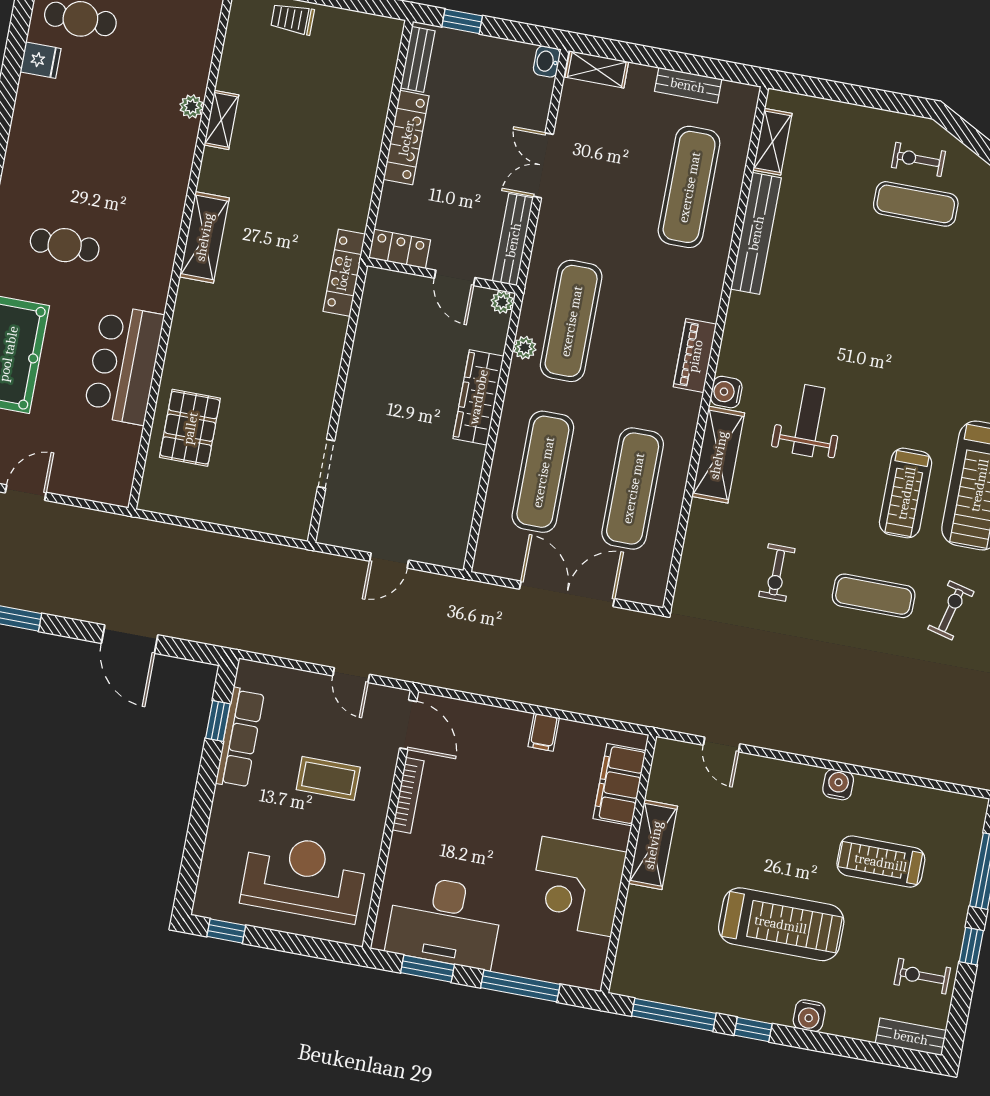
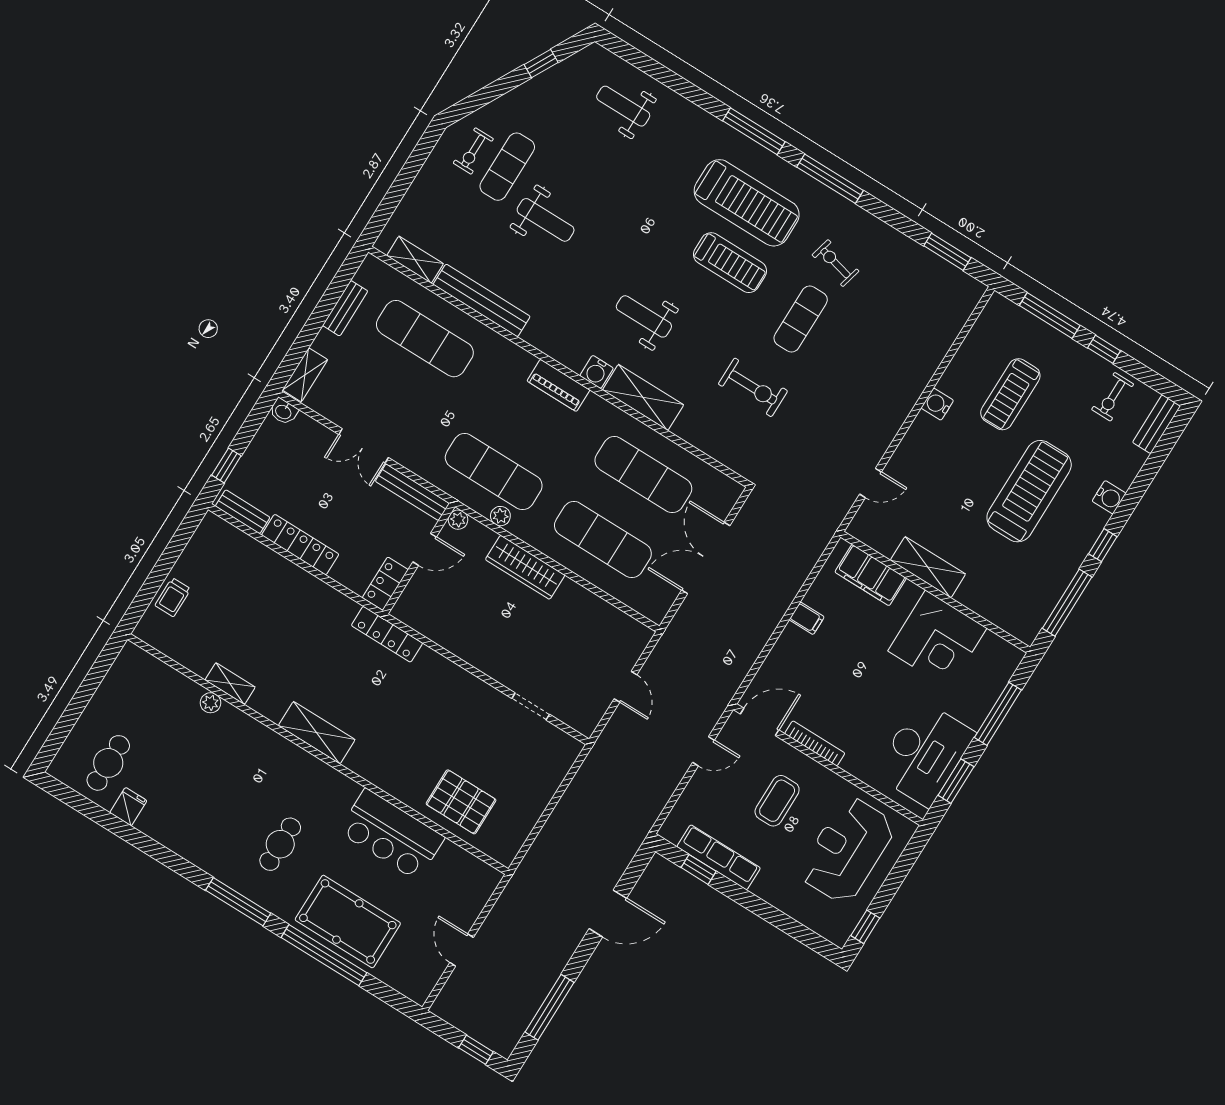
weight bench: (873, 270) -> (546, 220), added
exercise bike: (777, 573) -> (753, 387), width x1.38, depth x1.39

